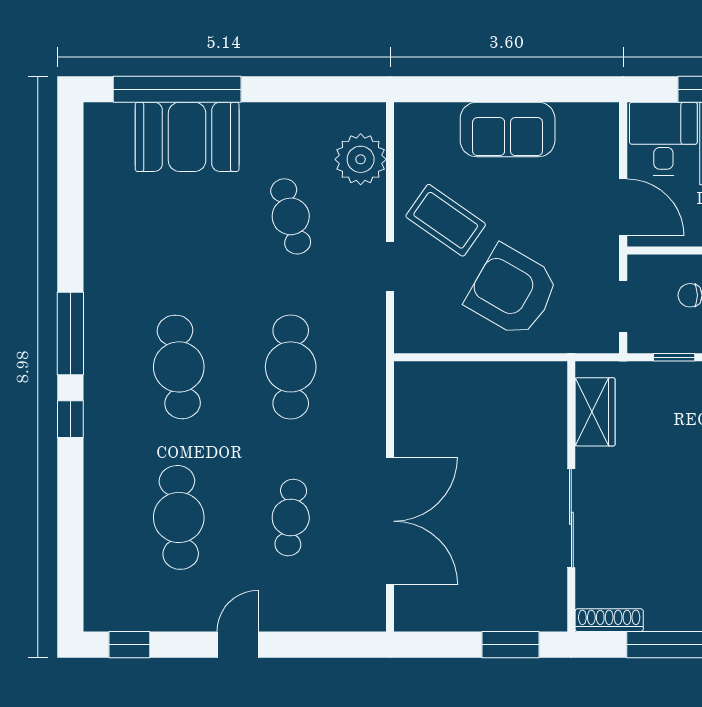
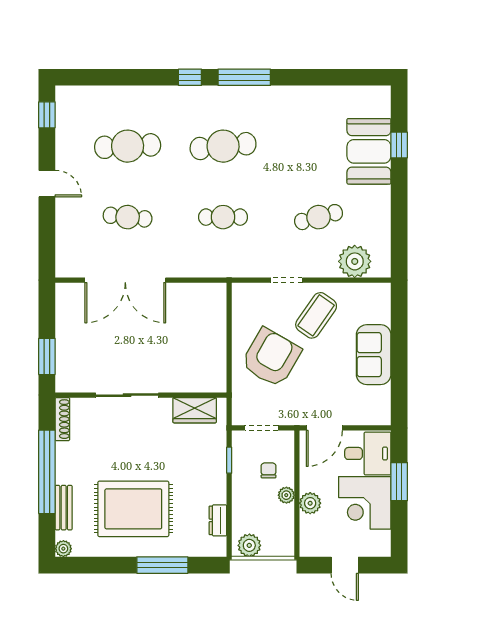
window: (177, 89) -> (399, 145), width x0.32
cafe table: (291, 367) -> (223, 217), width x0.73, depth x0.74

